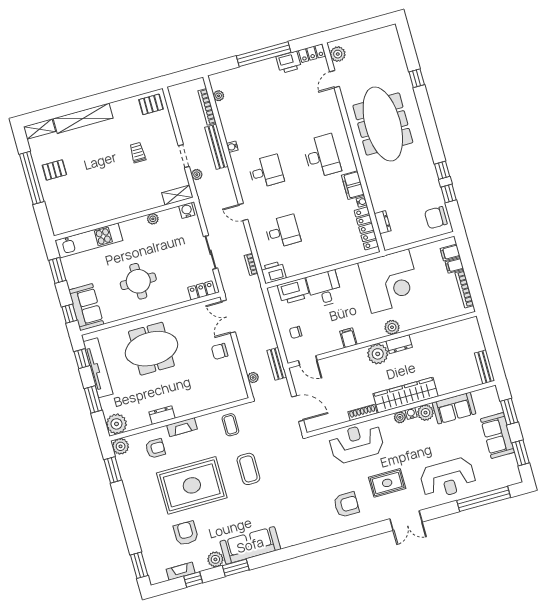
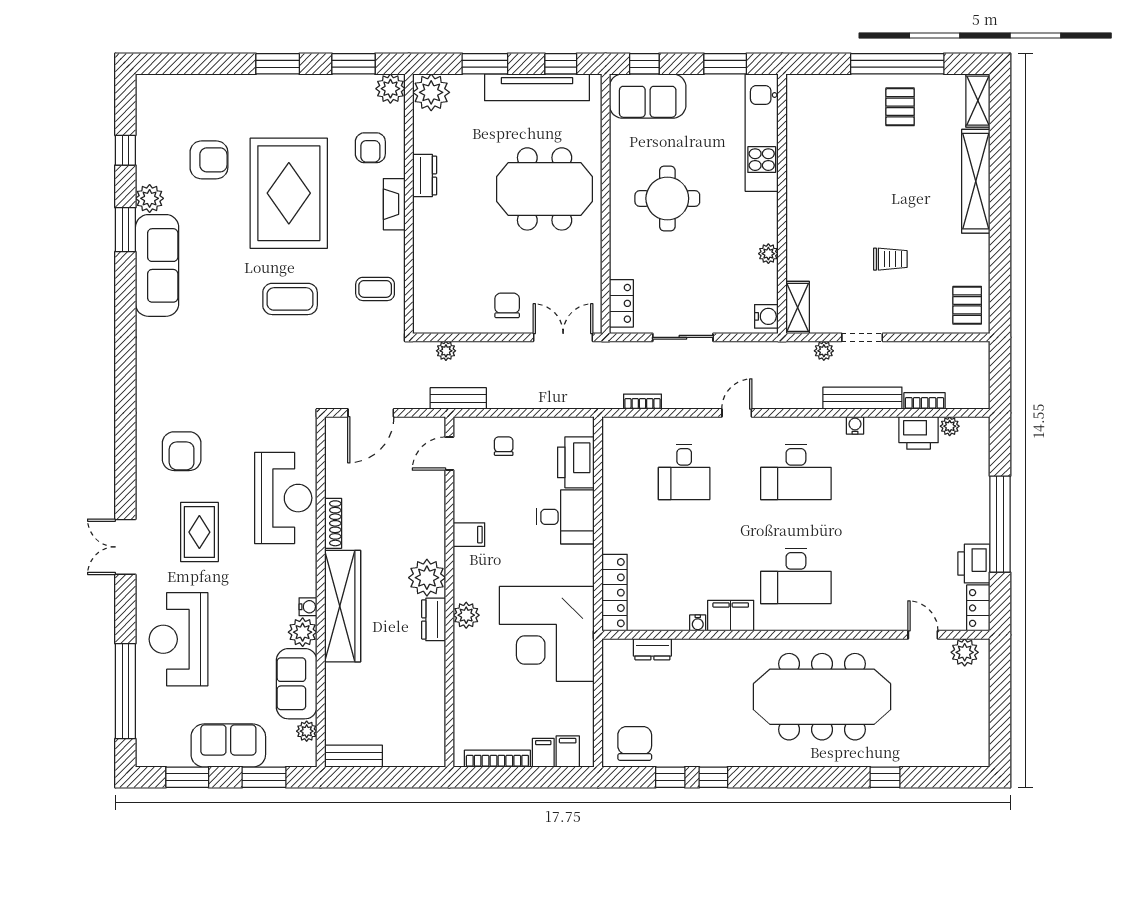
bookcase: (207, 107) -> (925, 401), width x0.64
desk: (266, 172) -> (796, 472), width x1.37
locker: (366, 228) -> (614, 593), moved, turned 90
printer: (273, 272) -> (919, 433), moved, turned 90
meeting table: (151, 349) -> (545, 189), turned 90
plant: (400, 417) -> (307, 731), moved
window: (139, 565) -> (278, 64), moved
fireplace: (181, 571) -> (146, 133), removed

